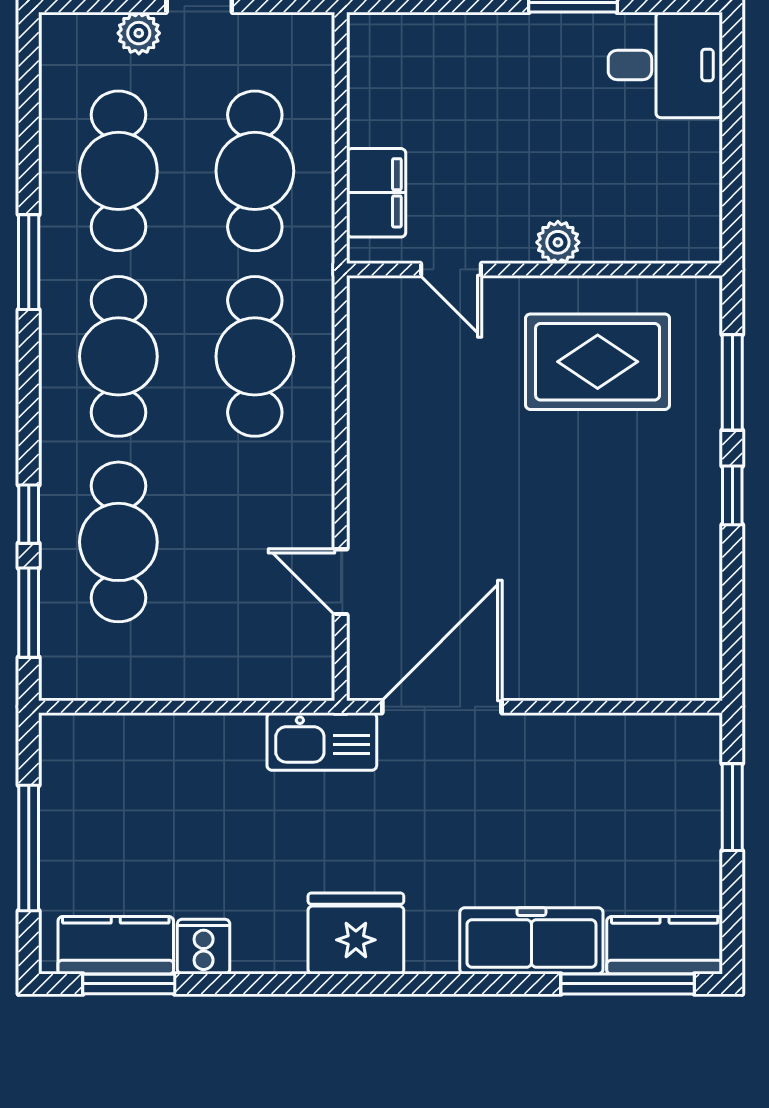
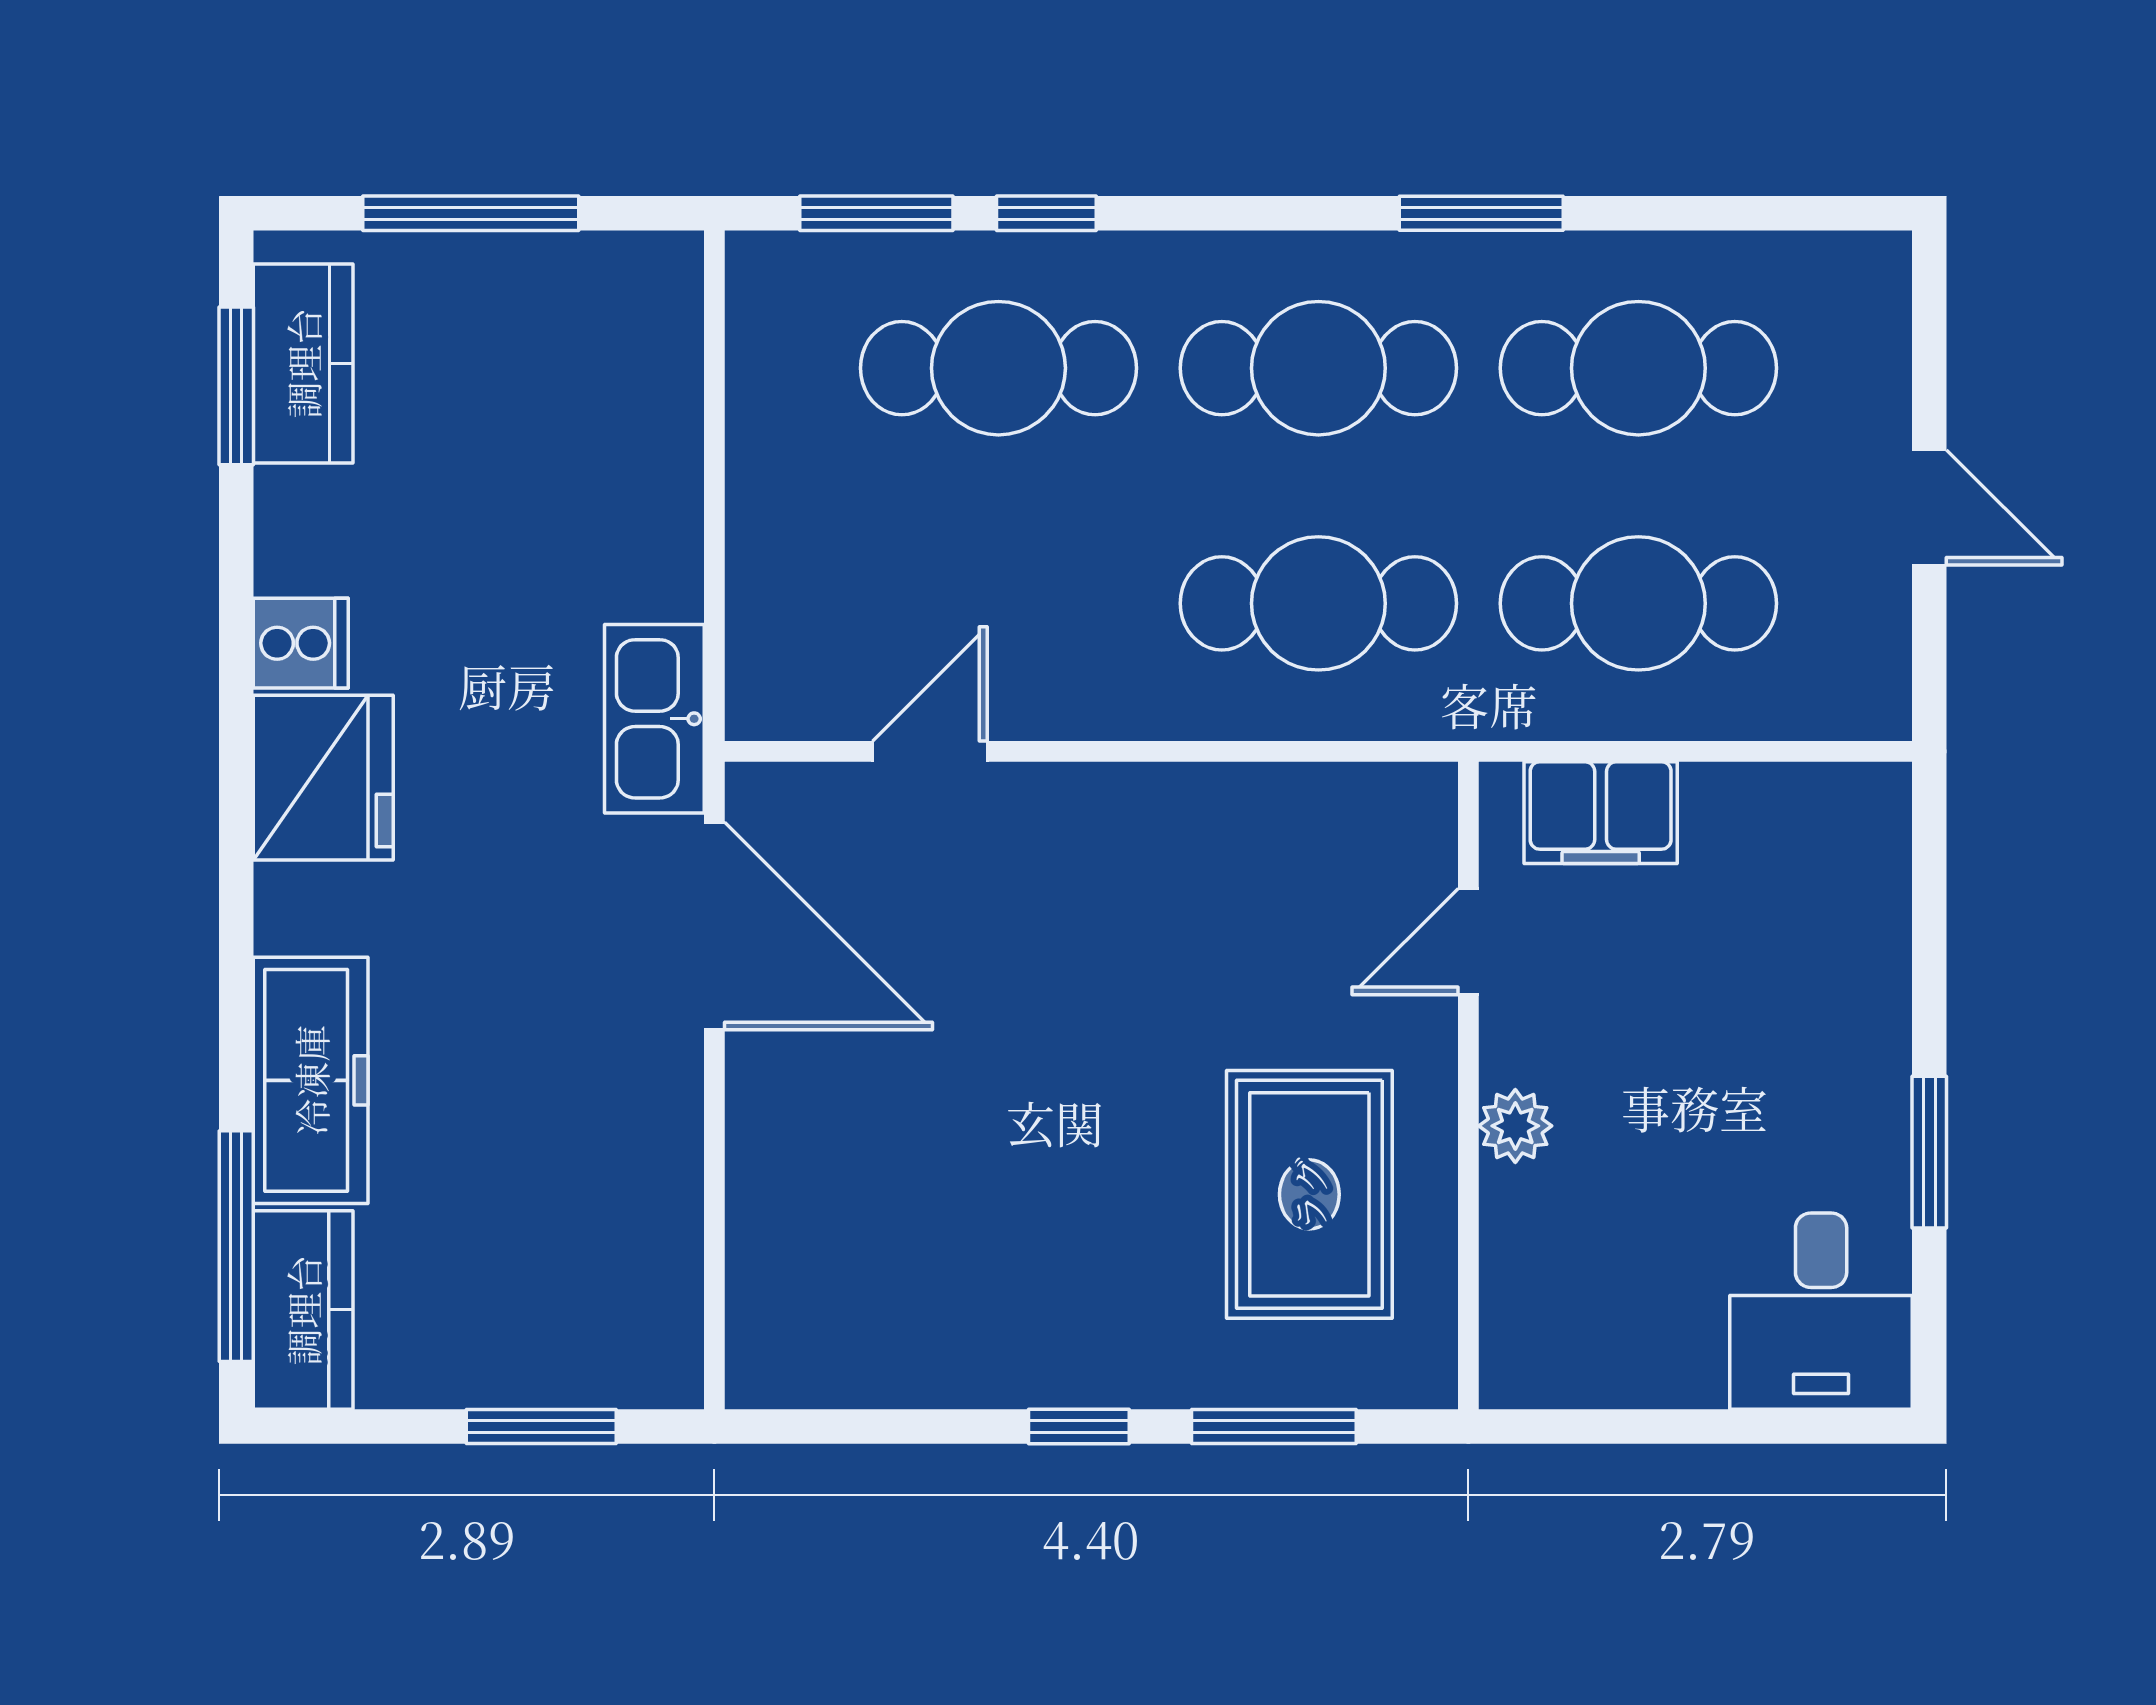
plant: (139, 33) -> (1876, 403), removed
cooker: (204, 947) -> (301, 643), moved

